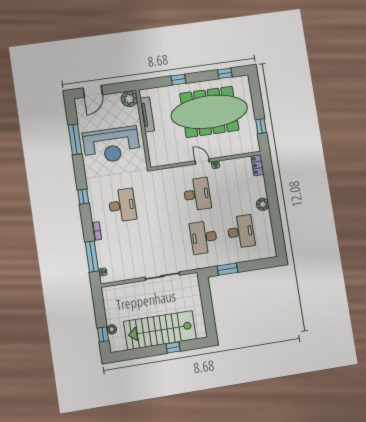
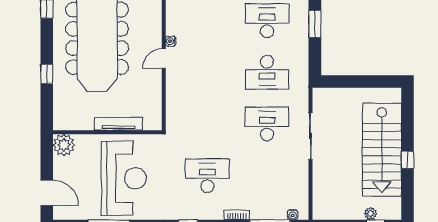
tv unit: (147, 114) -> (118, 124), moved
desk: (197, 194) -> (267, 124), moved
window: (227, 269) -> (315, 24), moved
window: (173, 348) -> (407, 160), moved

